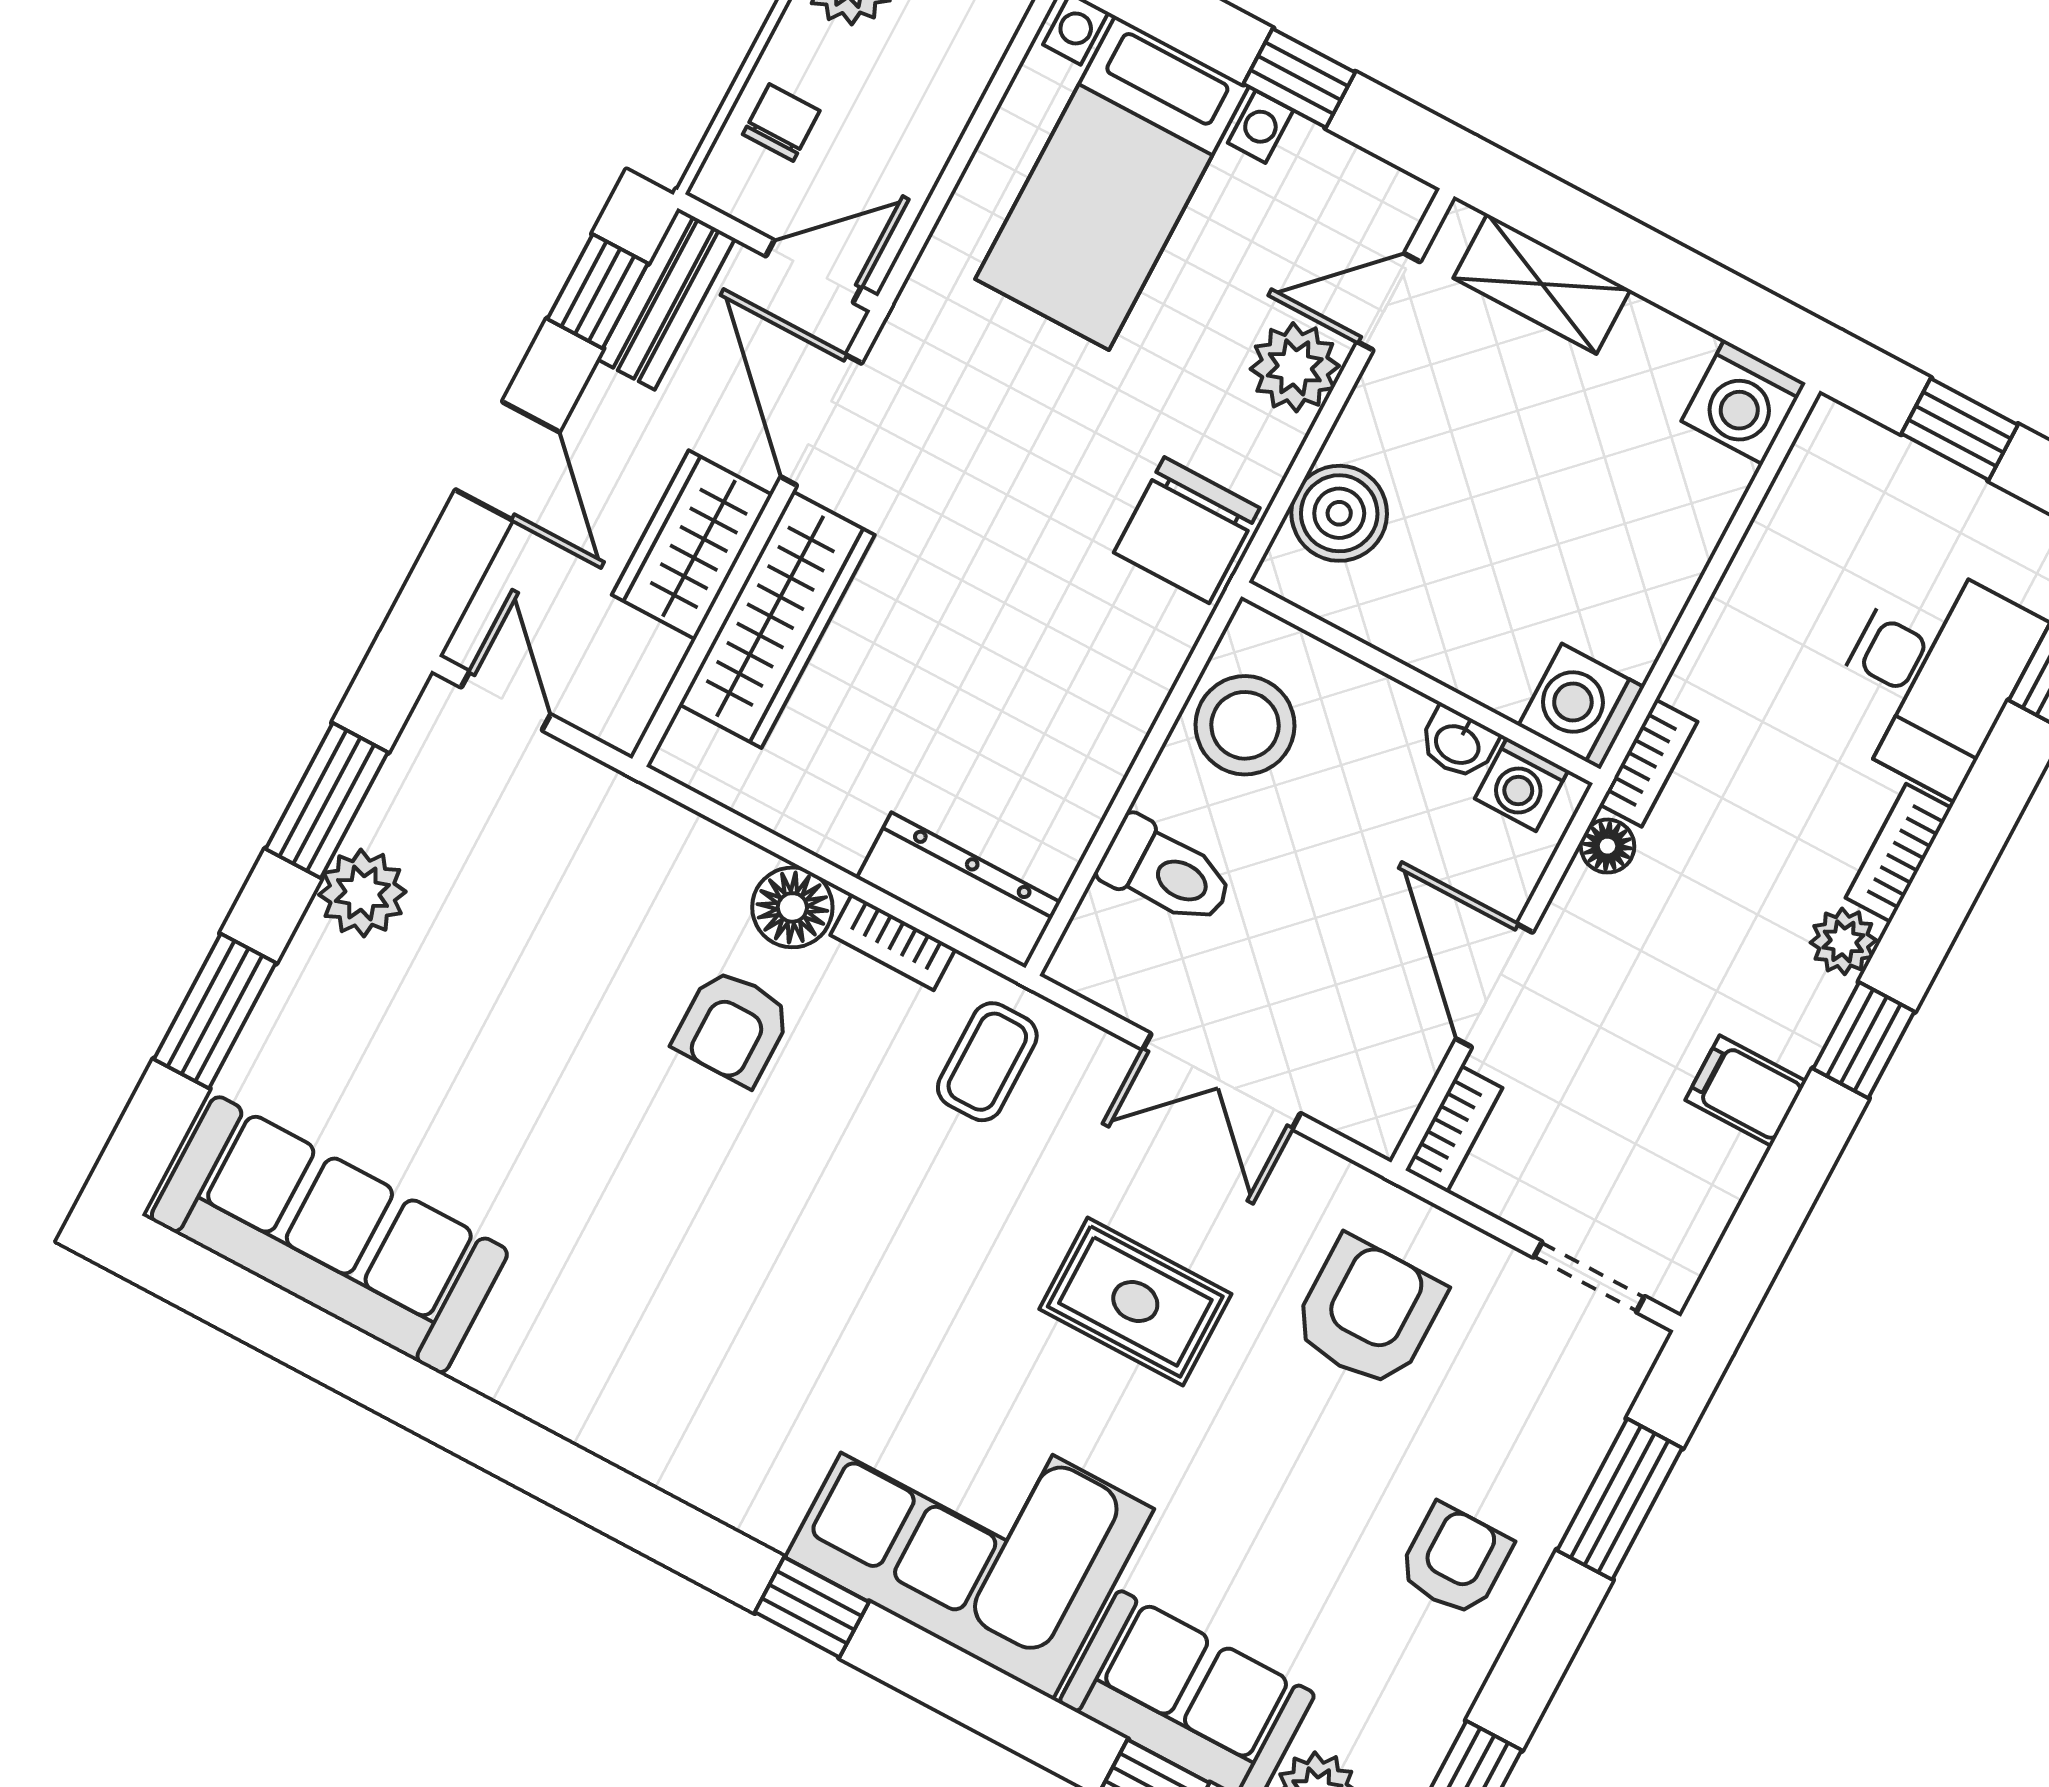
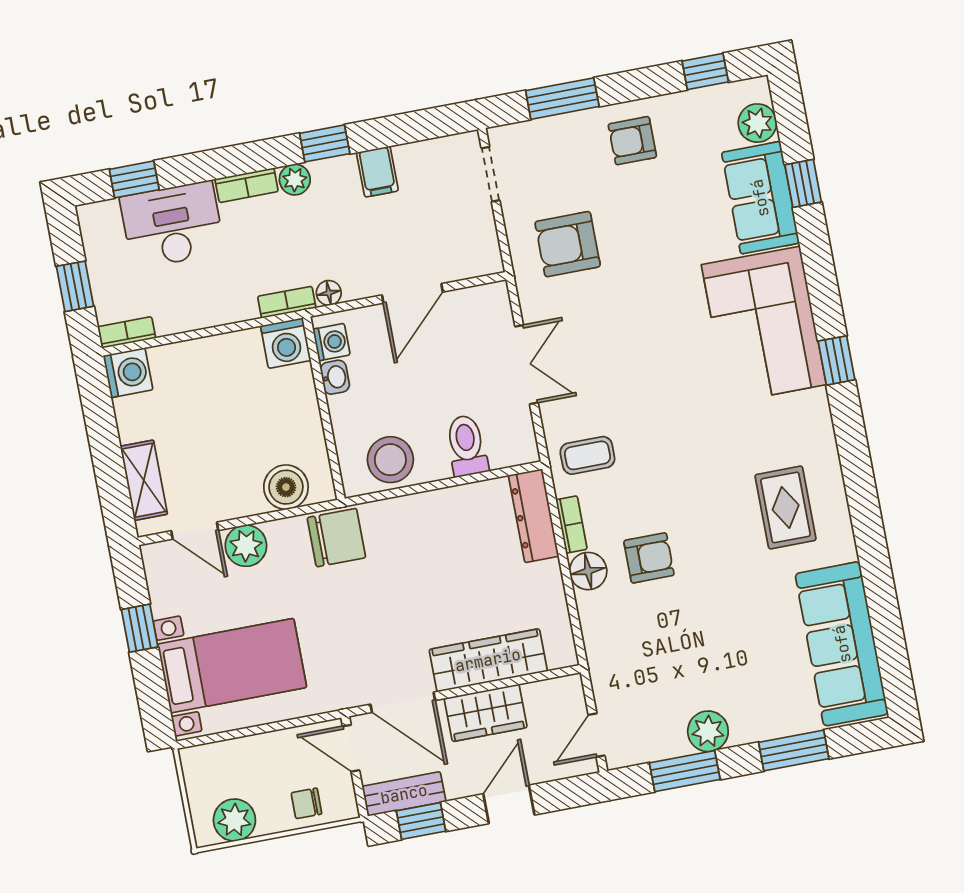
door: (821, 420) -> (403, 702), hinge flipped
bookcase: (1454, 1129) -> (127, 332), moved
rug: (1135, 1302) -> (786, 507), moved

